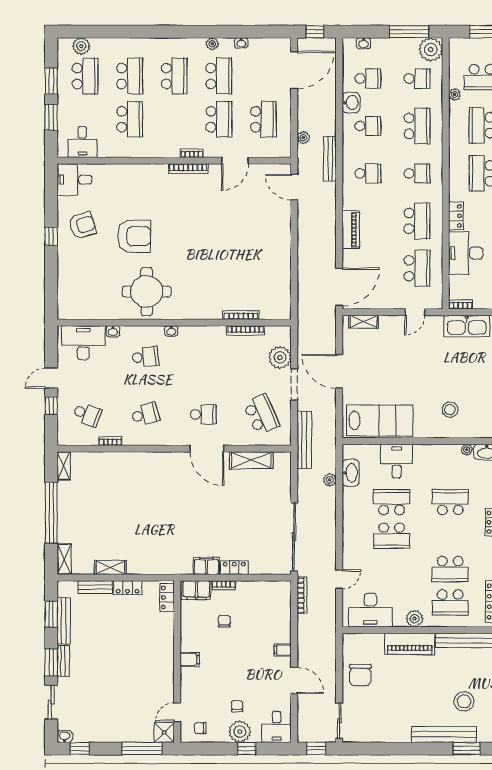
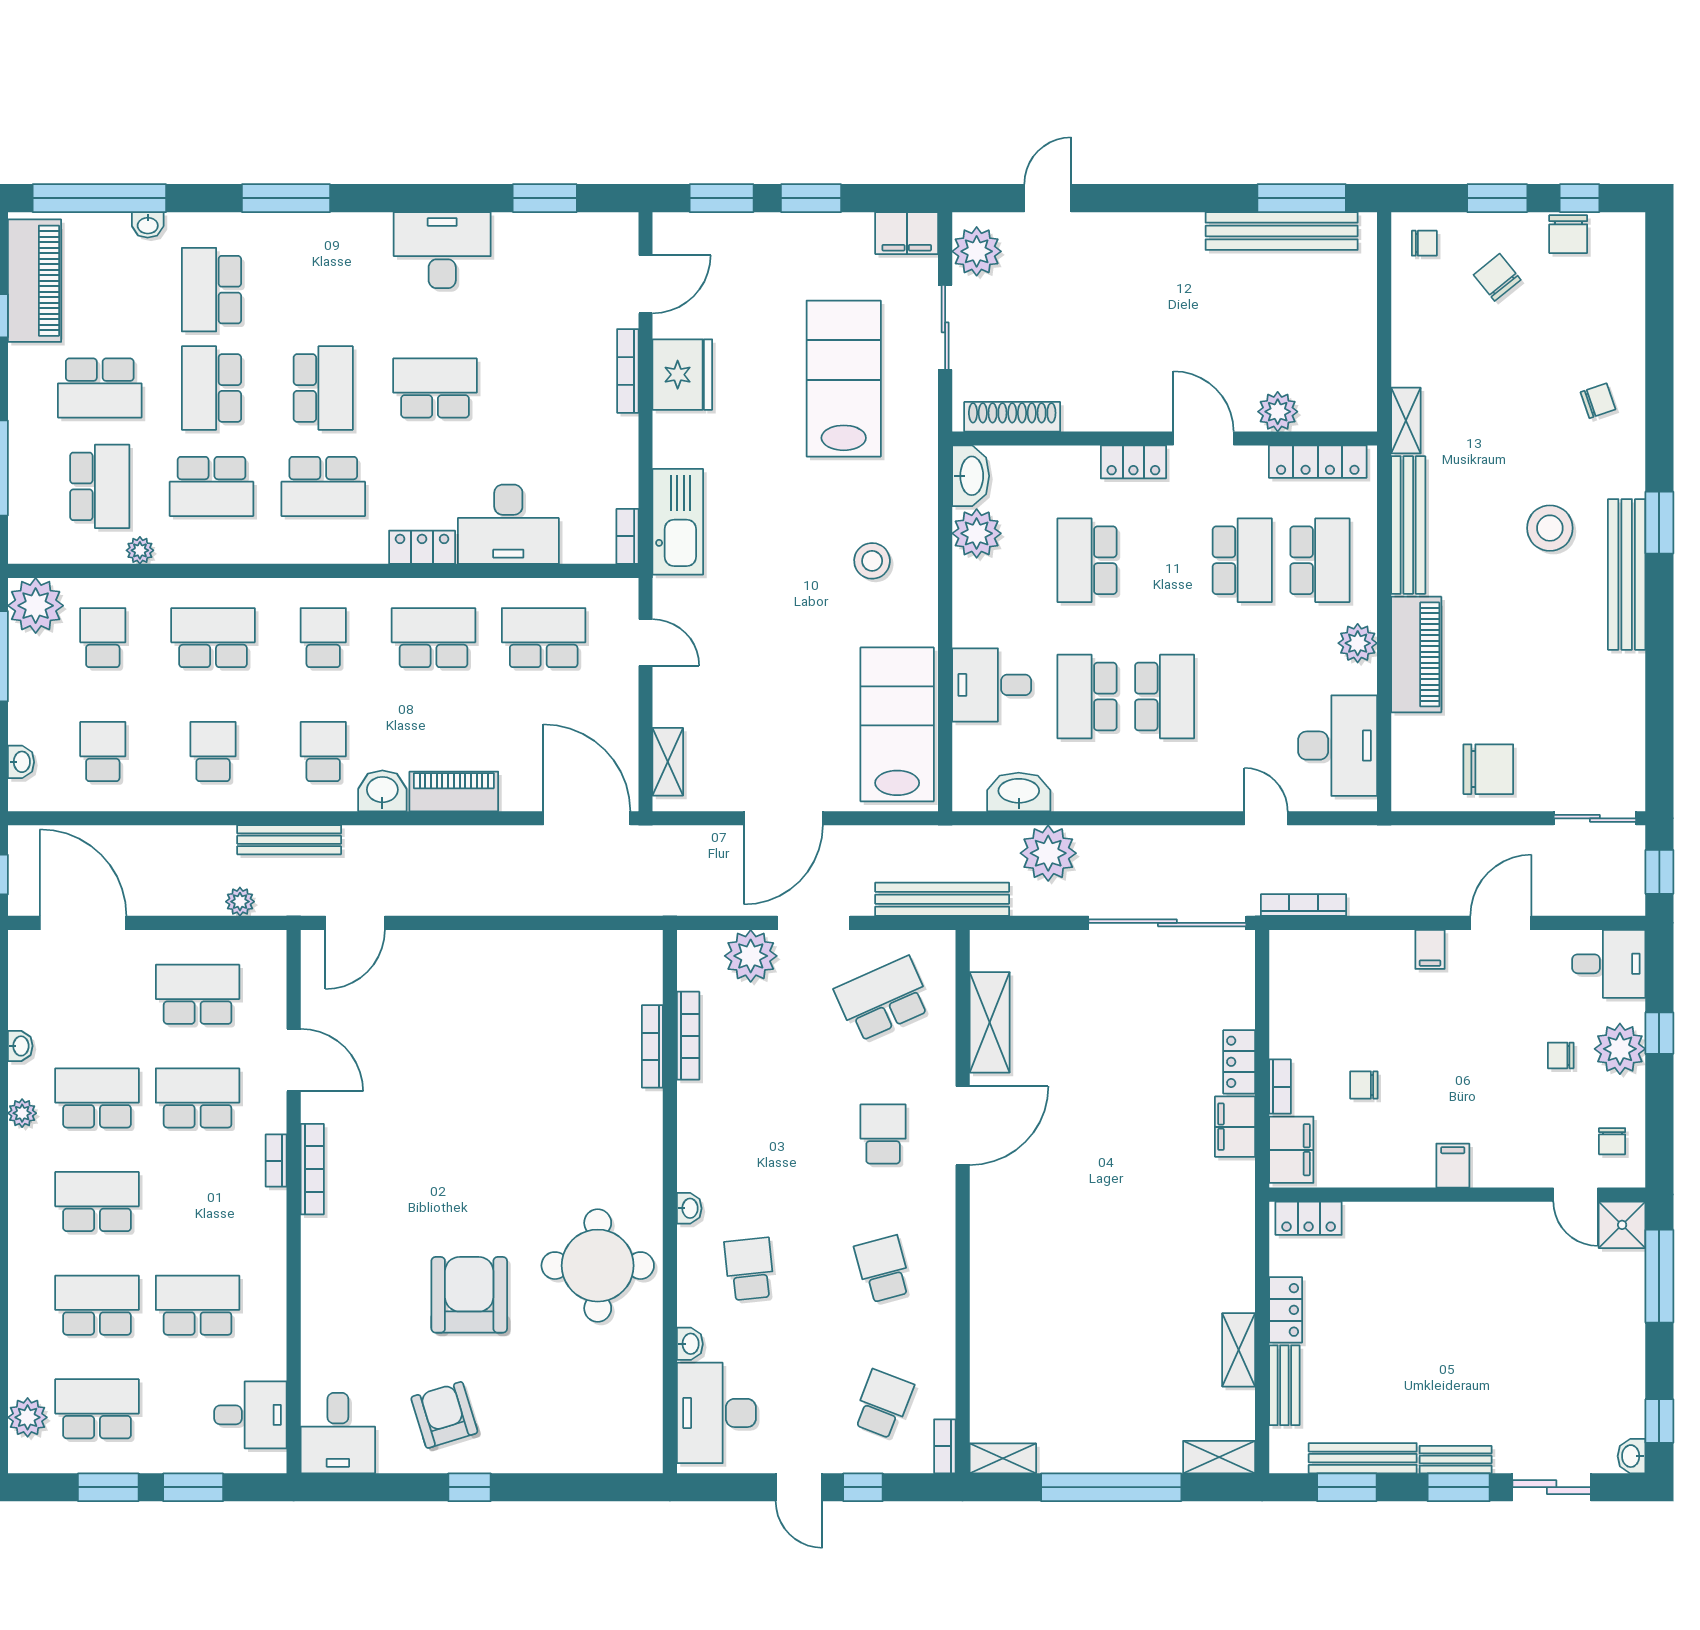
washbasin: (351, 103) -> (382, 791), moved
bookcase: (110, 441) -> (945, 1446), moved
plant: (467, 450) -> (977, 533), width x1.88, depth x1.88
plant: (330, 480) -> (1048, 853), width x1.87, depth x1.87

